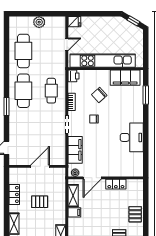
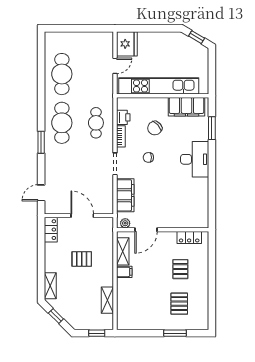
plant: (39, 22) -> (81, 39), removed
fridge: (74, 22) -> (127, 44), width x1.88, depth x1.34
printer: (73, 76) -> (123, 117), moved
desk: (132, 137) -> (195, 159), moved
door: (40, 166) -> (82, 216), hinge flipped
locker: (116, 184) -> (189, 237), moved
locker: (14, 194) -> (51, 230), moved
pallet: (135, 214) -> (180, 269), moved

